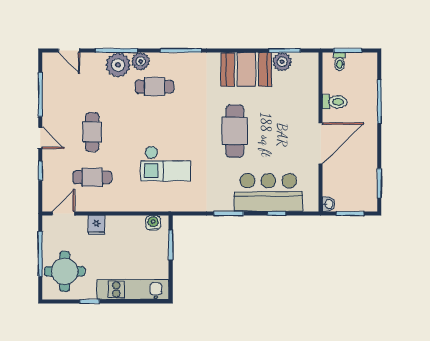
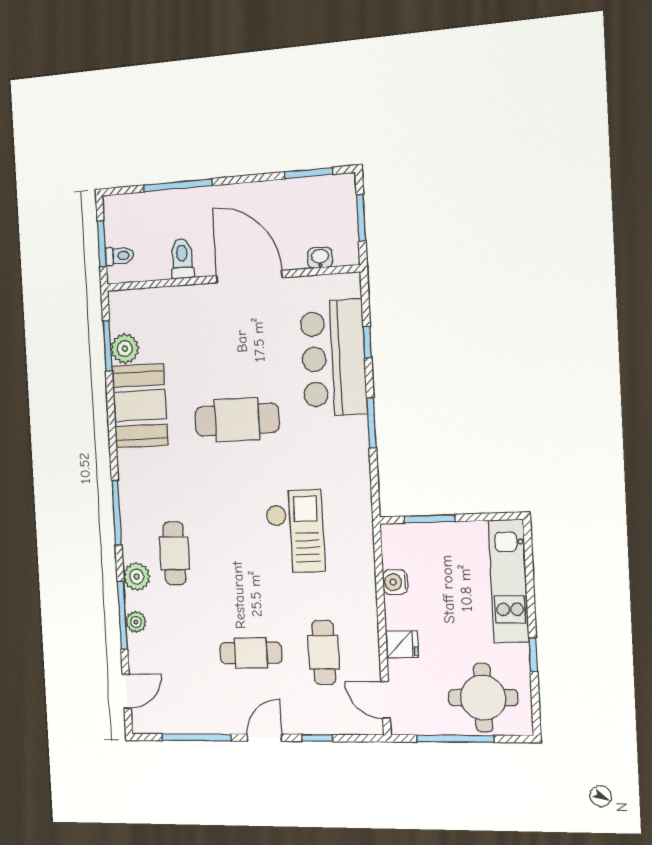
plant: (118, 65) -> (136, 622), width x0.53, depth x0.53
washbasin: (329, 204) -> (320, 258), moved
water cooler: (153, 223) -> (395, 582), moved

